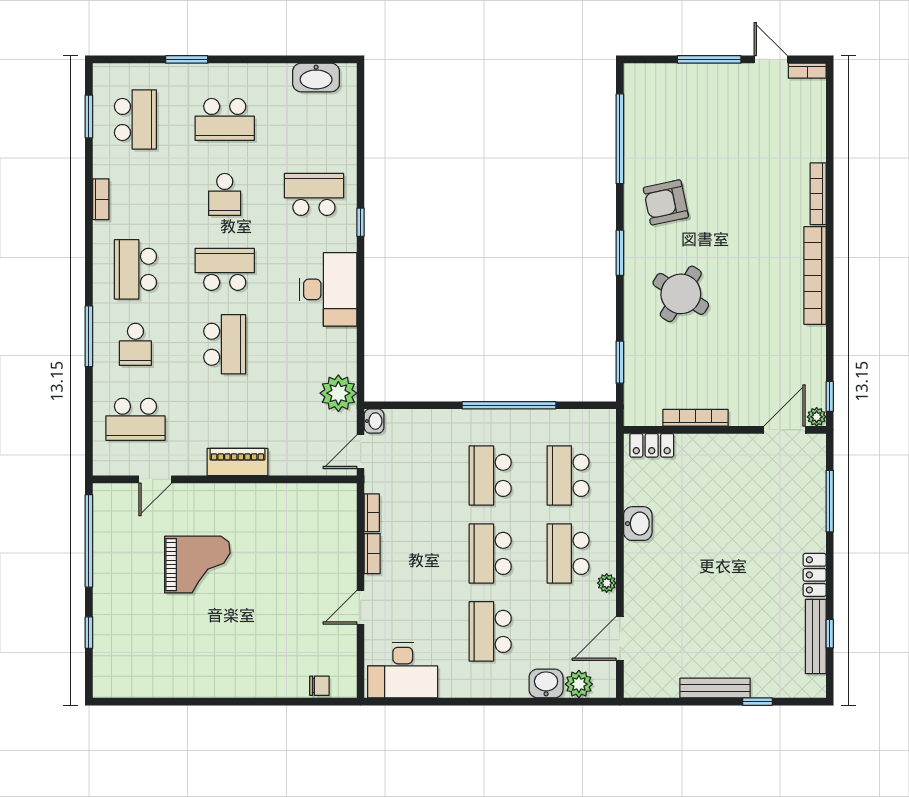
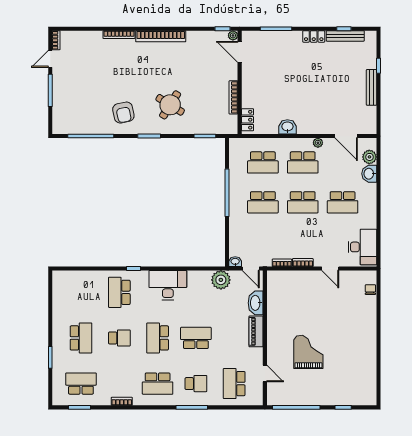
washbasin: (316, 77) -> (256, 303), moved, turned 180
school desk: (135, 419) -> (234, 384), turned 180

